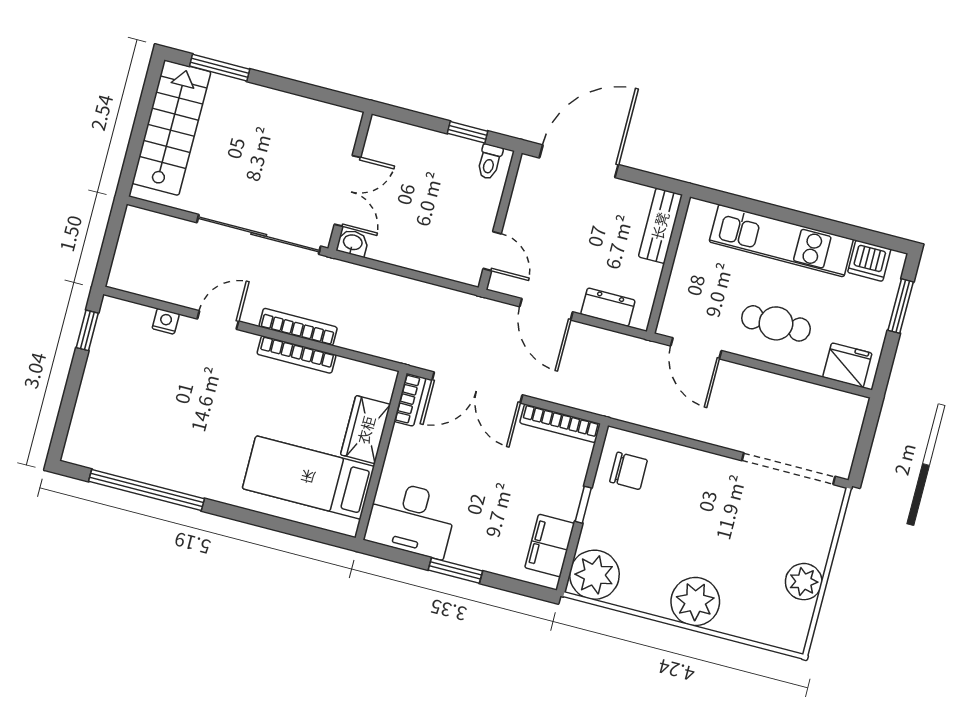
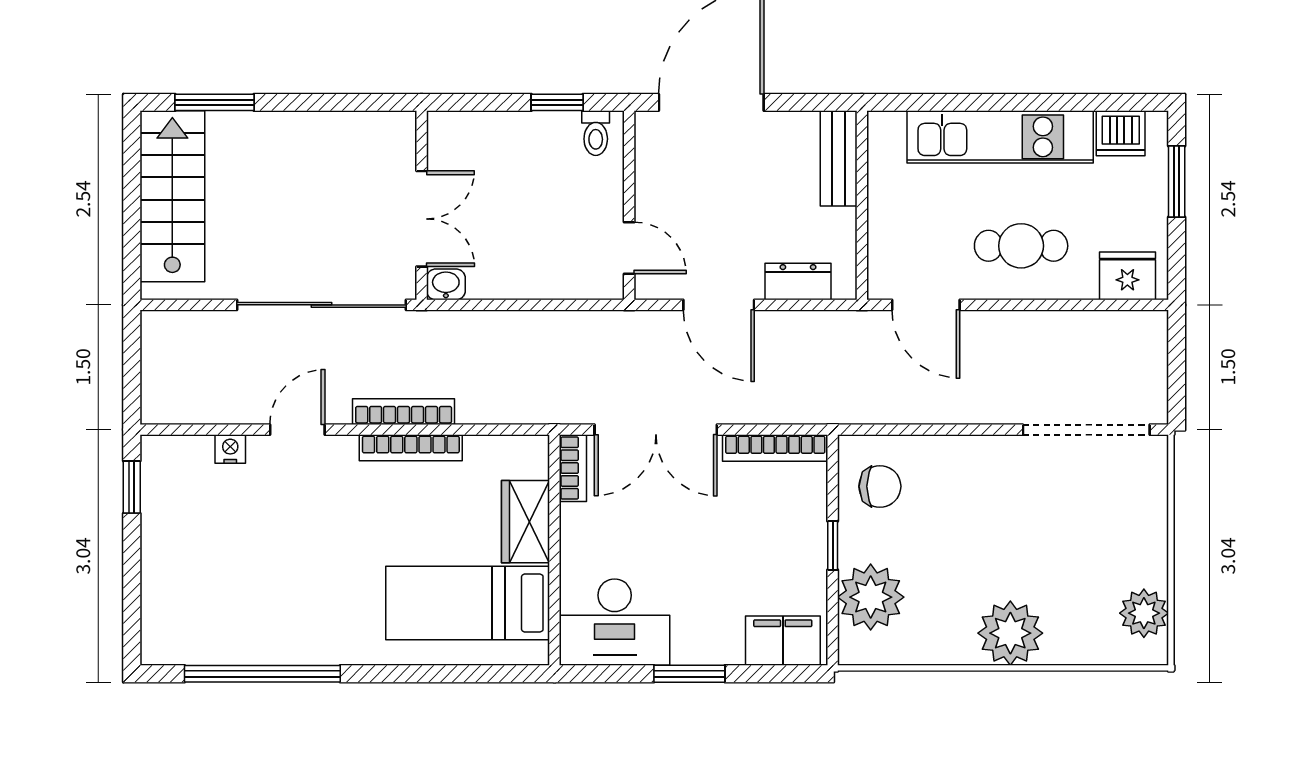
filing cabinet: (550, 545) -> (783, 641), moved, turned 90
plant: (594, 575) -> (871, 597), moved
plant: (804, 582) -> (1144, 613), moved

